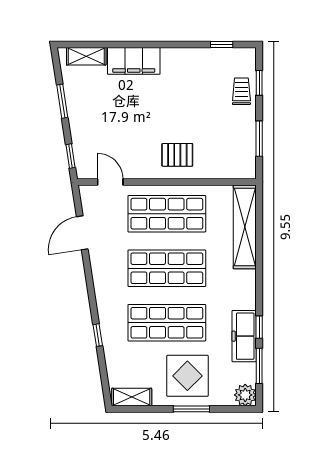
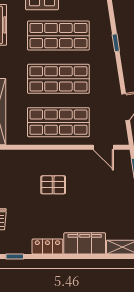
locker: (181, 57) -> (47, 247), added
pallet: (177, 155) -> (53, 185), moved
window: (98, 335) -> (116, 43), moved

